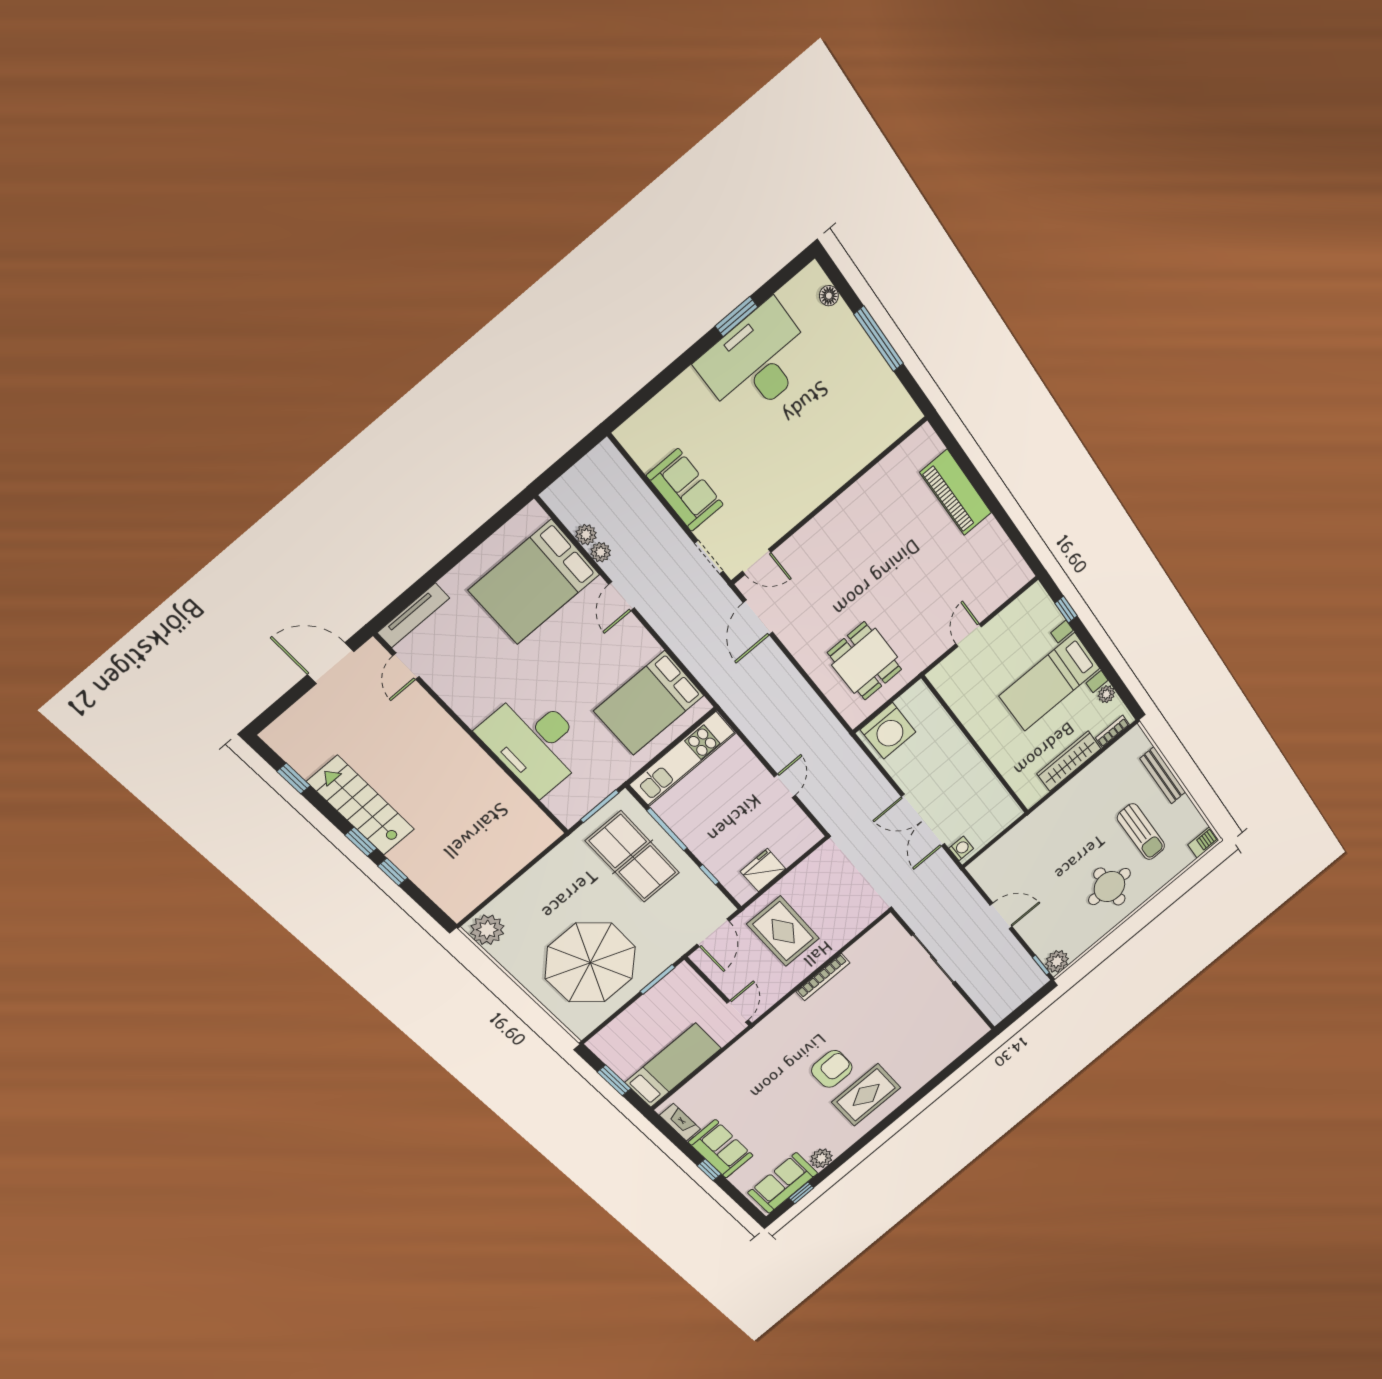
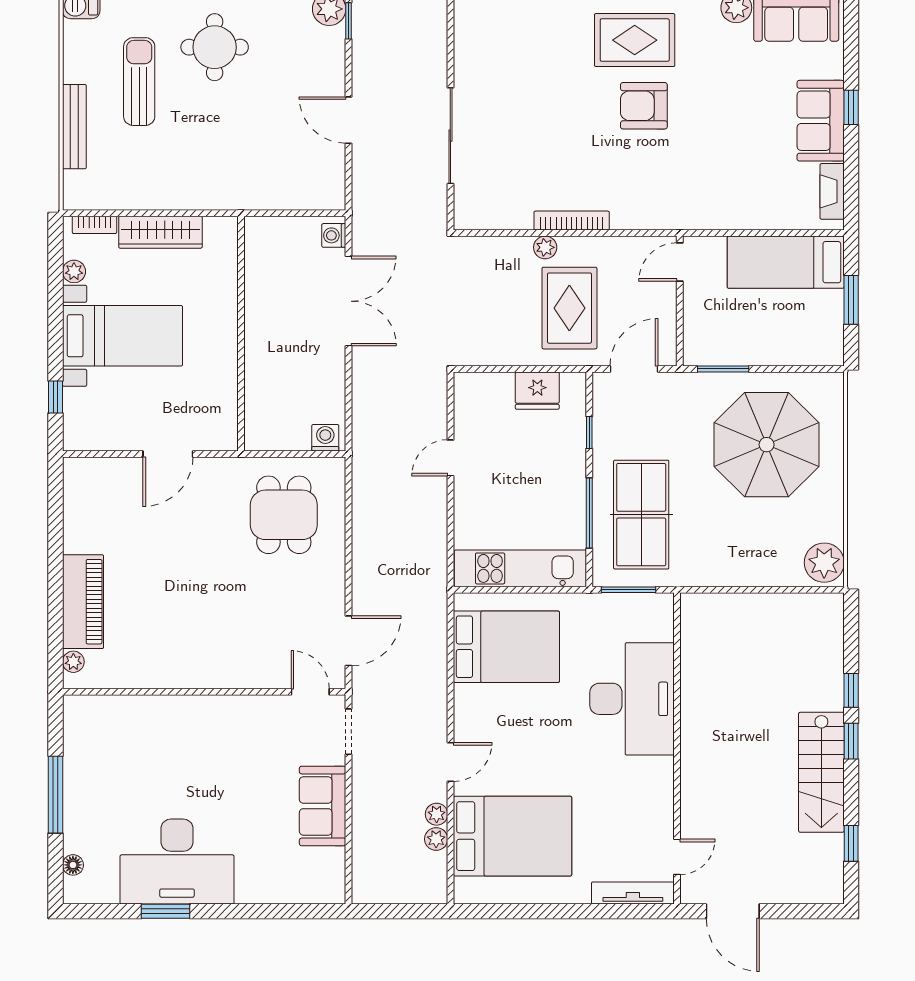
plant: (933, 446) -> (73, 662), added
door: (969, 635) -> (168, 454), width x1.38
washing machine: (888, 731) -> (325, 438), width x0.53, depth x0.53
plant: (827, 950) -> (545, 247), added

